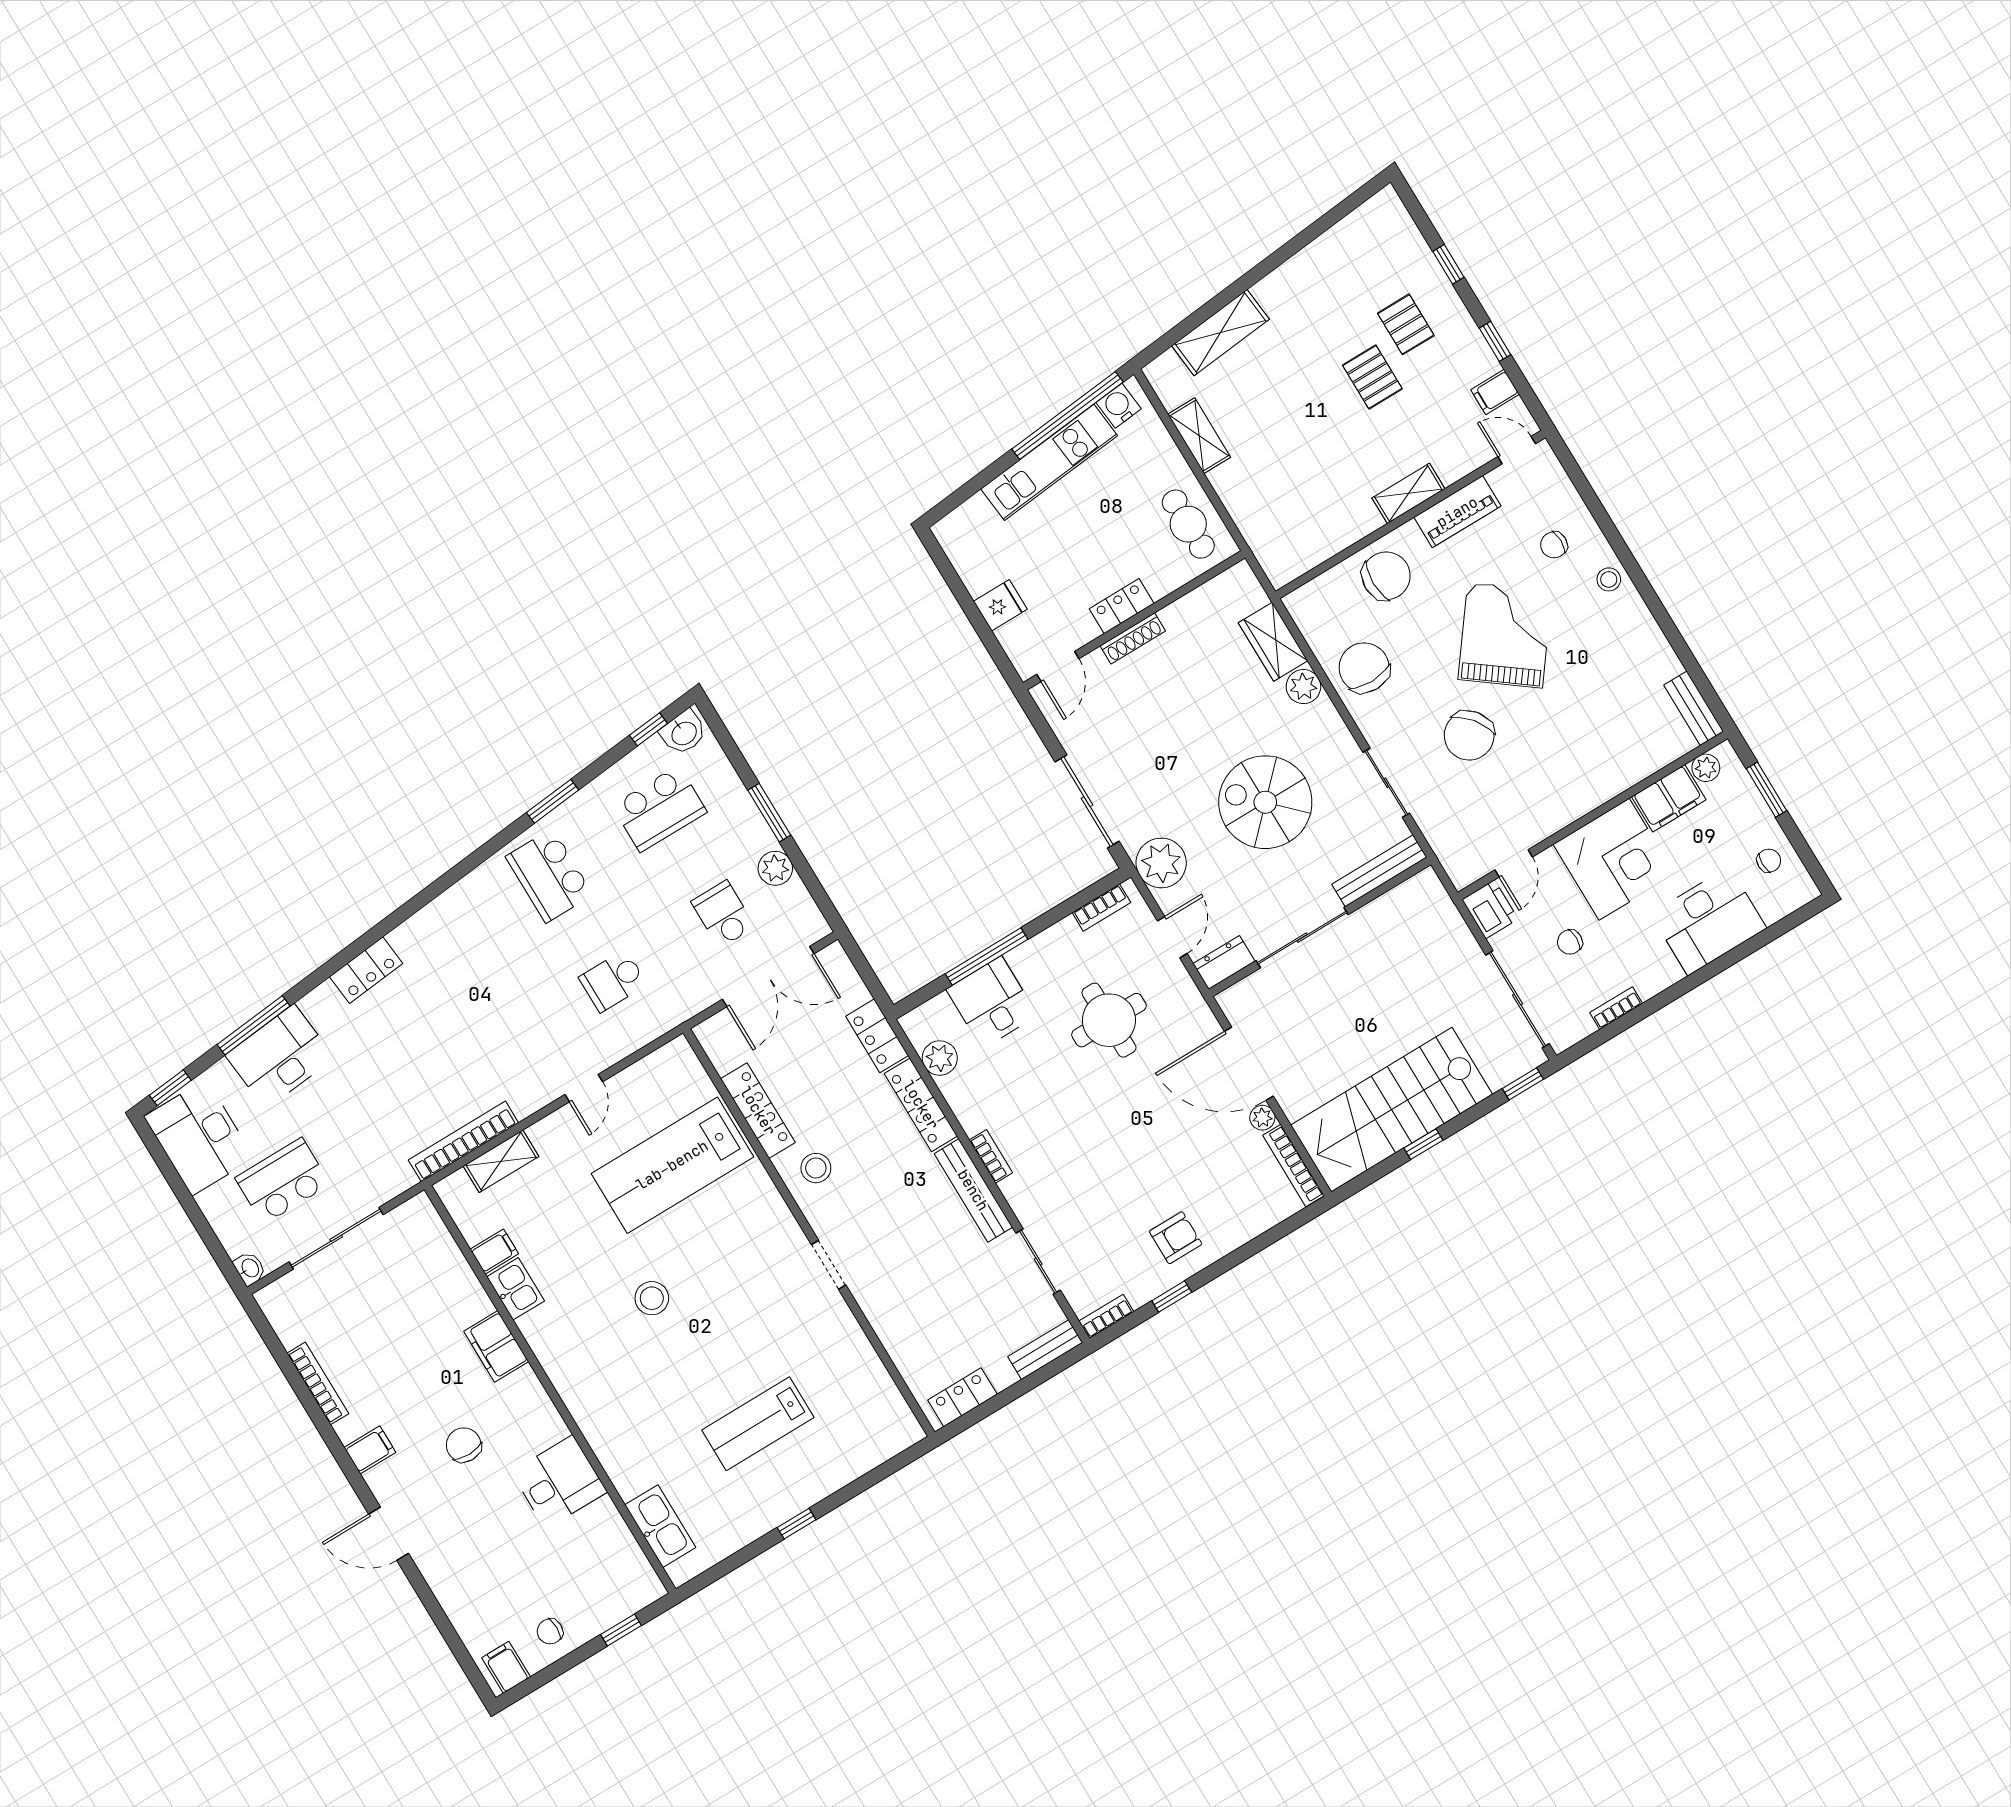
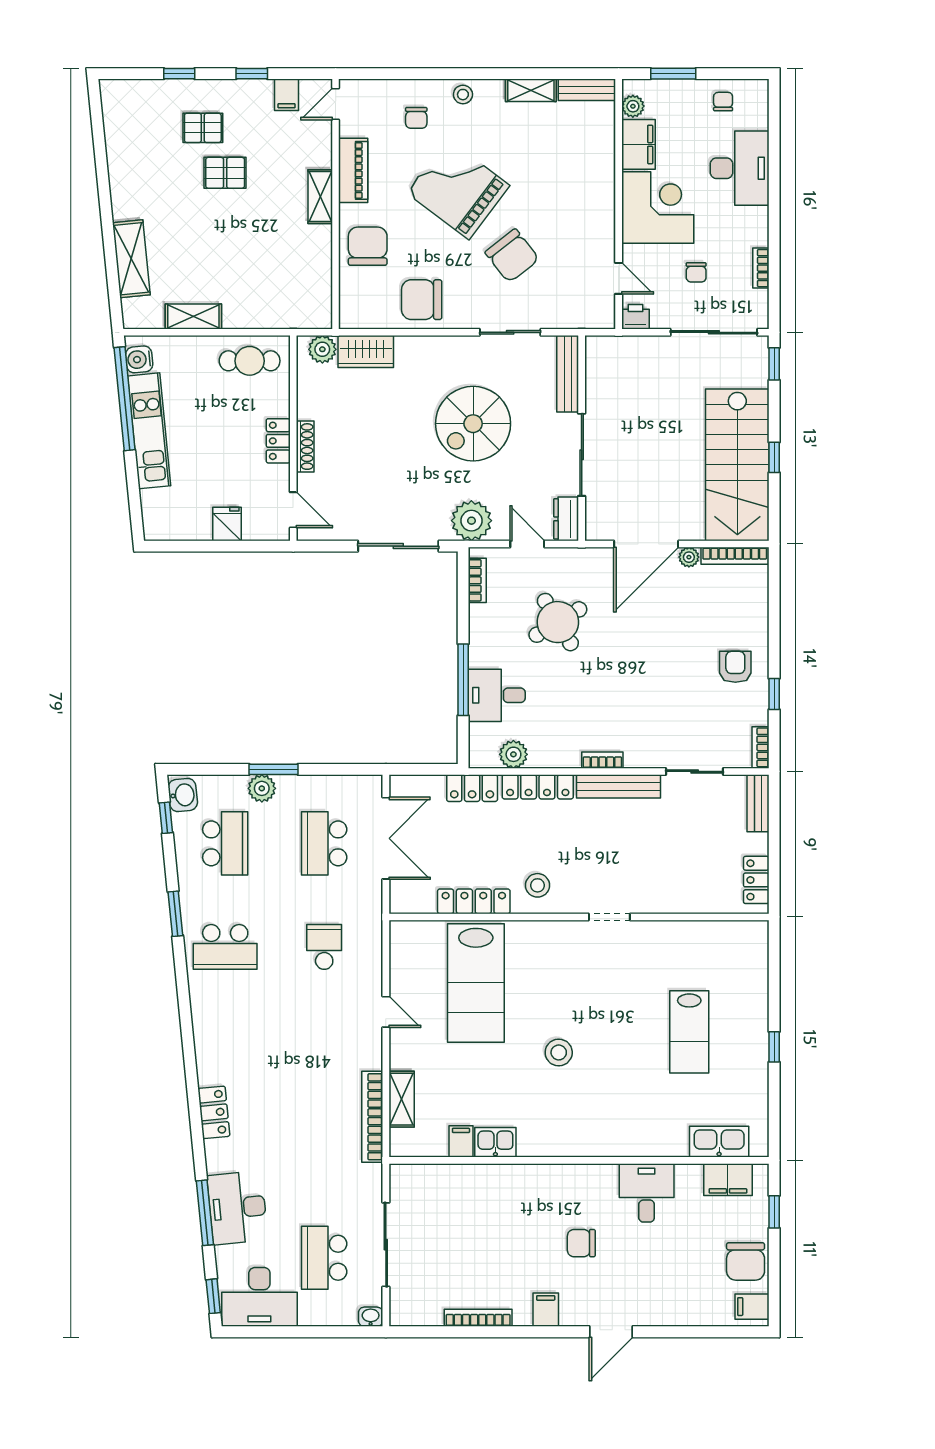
shelving: (1657, 649) -> (531, 90), added
plant: (1303, 687) -> (322, 349), moved
plant: (775, 868) -> (262, 788), moved
printer: (1490, 909) -> (635, 317), width x0.73, depth x0.81
school desk: (723, 914) -> (324, 843), width x1.85
school desk: (613, 981) -> (324, 947), turned 180
round table: (1109, 1020) -> (558, 622), turned -31
filing cabinet: (496, 1346) -> (728, 1180), moved
chair: (550, 1631) -> (746, 1261), width x1.87, depth x1.87

